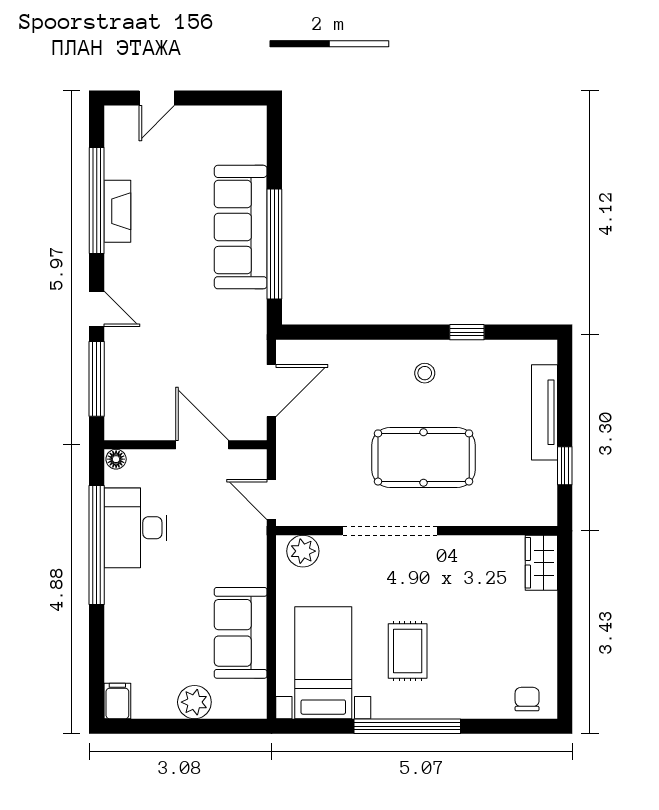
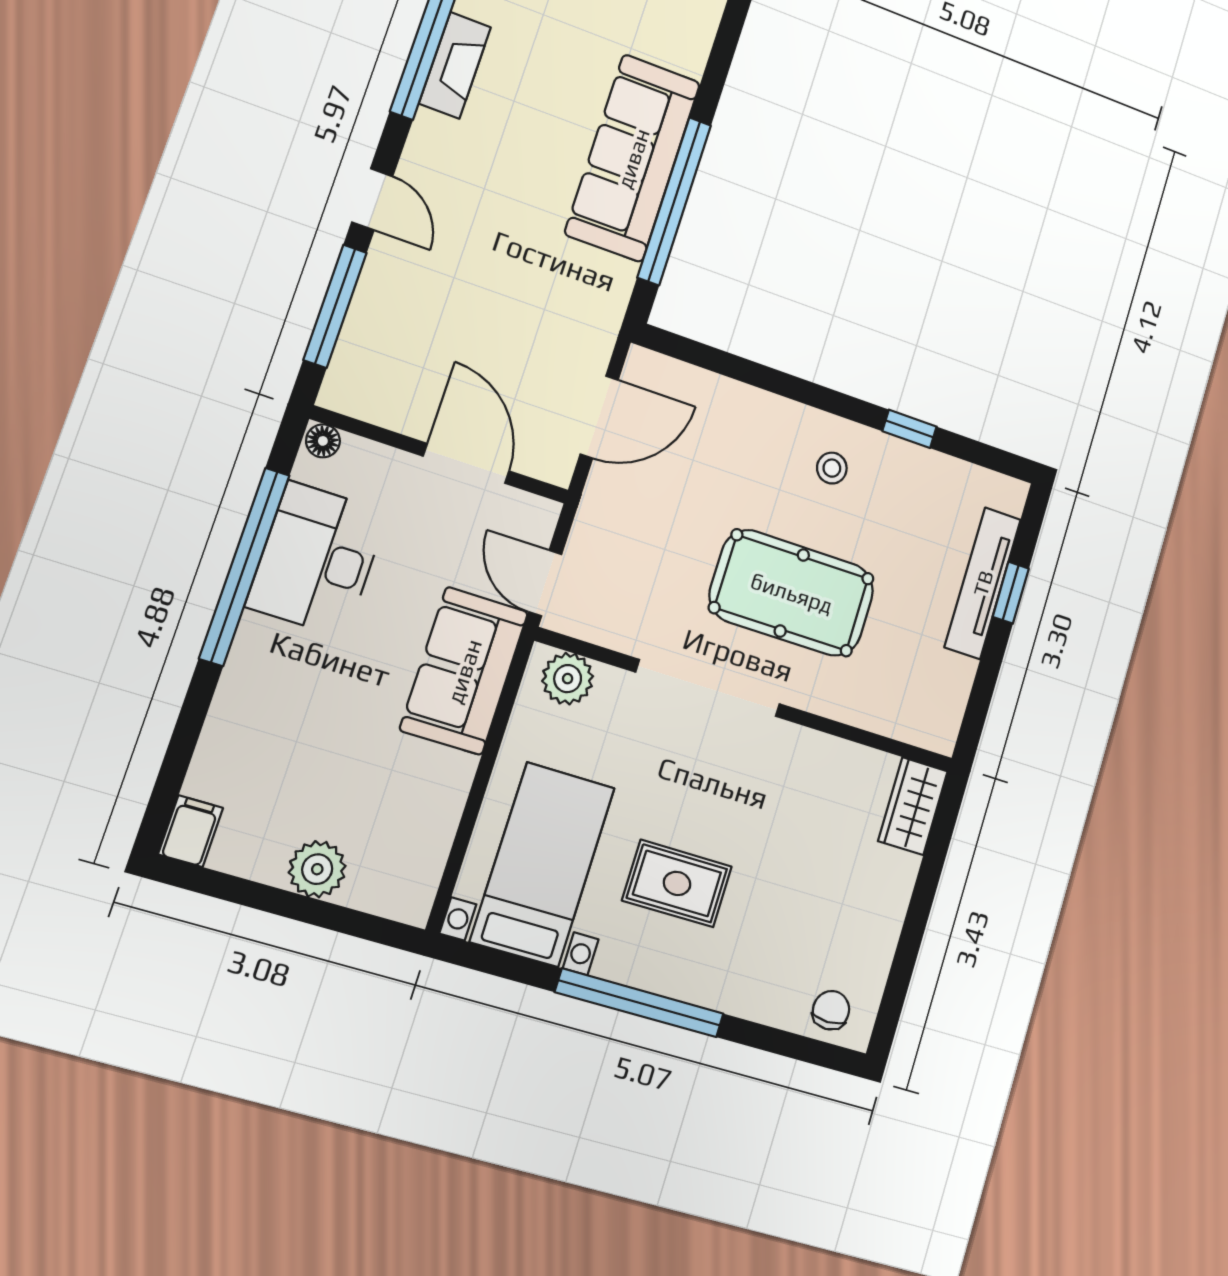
window: (565, 466) -> (1011, 593), moved
sofa: (241, 633) -> (464, 671), moved
rug: (408, 651) -> (677, 883), turned 90

